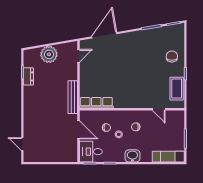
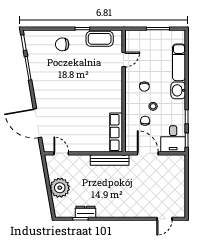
door: (78, 130) -> (148, 153), hinge flipped
exam couch: (168, 157) -> (179, 62), moved

